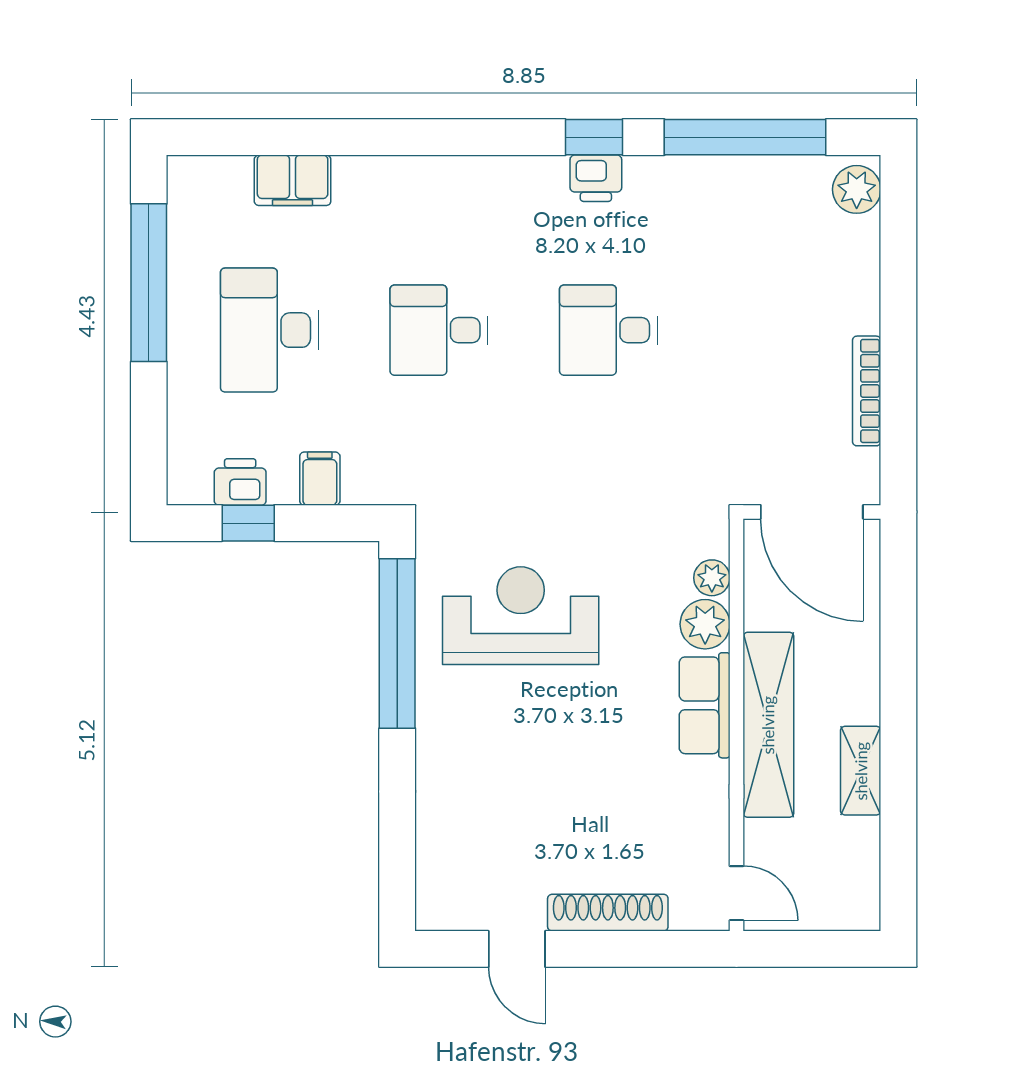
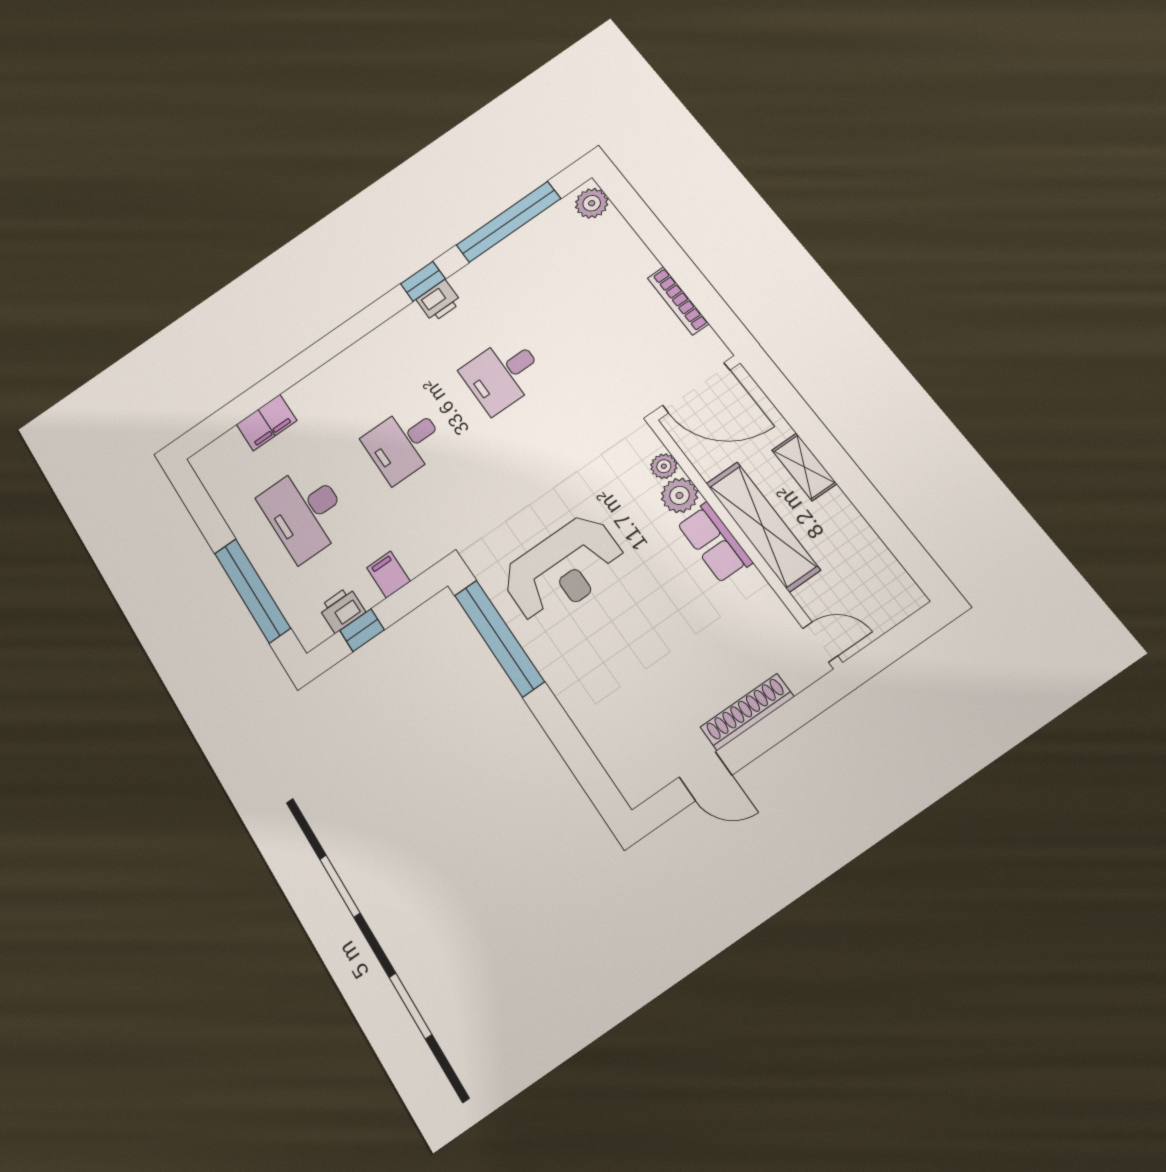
window: (149, 283) -> (252, 591), moved
reception desk: (521, 616) -> (563, 569), turned 180
shelving: (861, 771) -> (804, 467), moved

